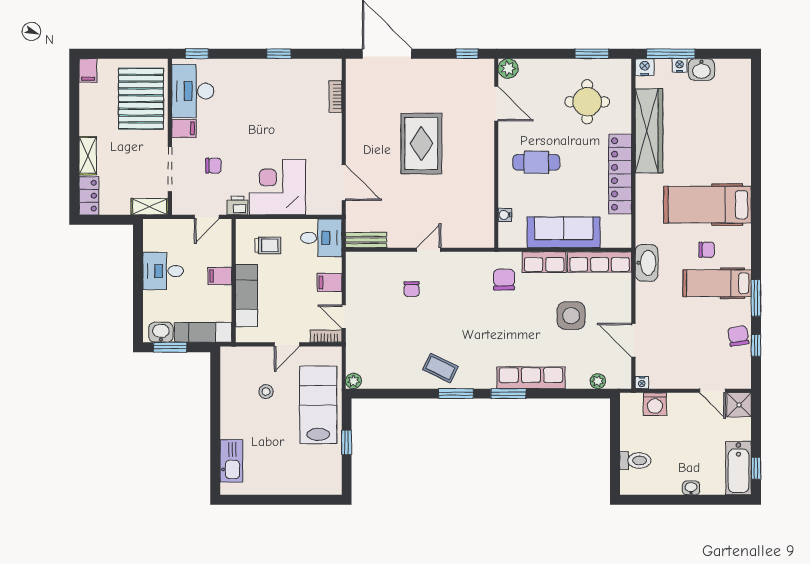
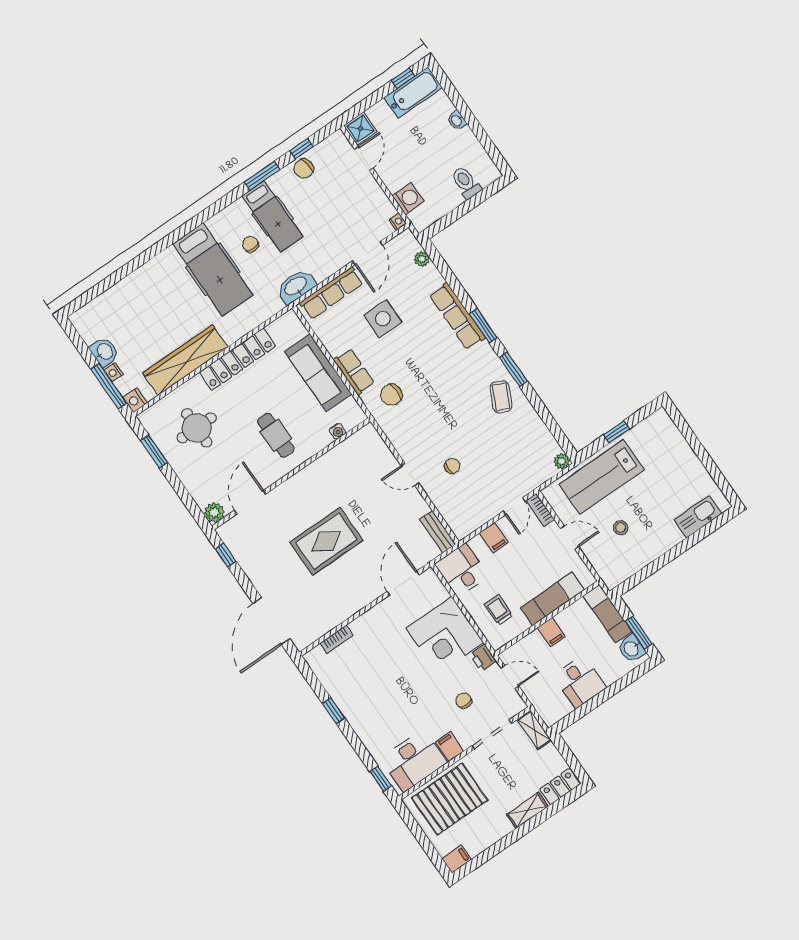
row of seats: (599, 262) -> (331, 293), moved, turned 90

